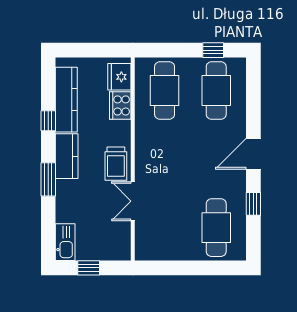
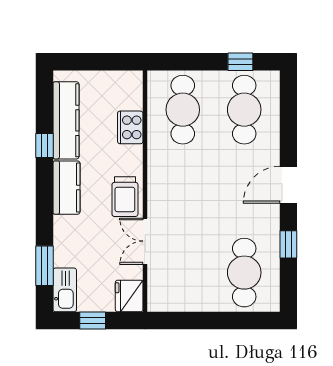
fridge: (119, 77) -> (129, 296), moved
window: (48, 179) -> (45, 266), moved

